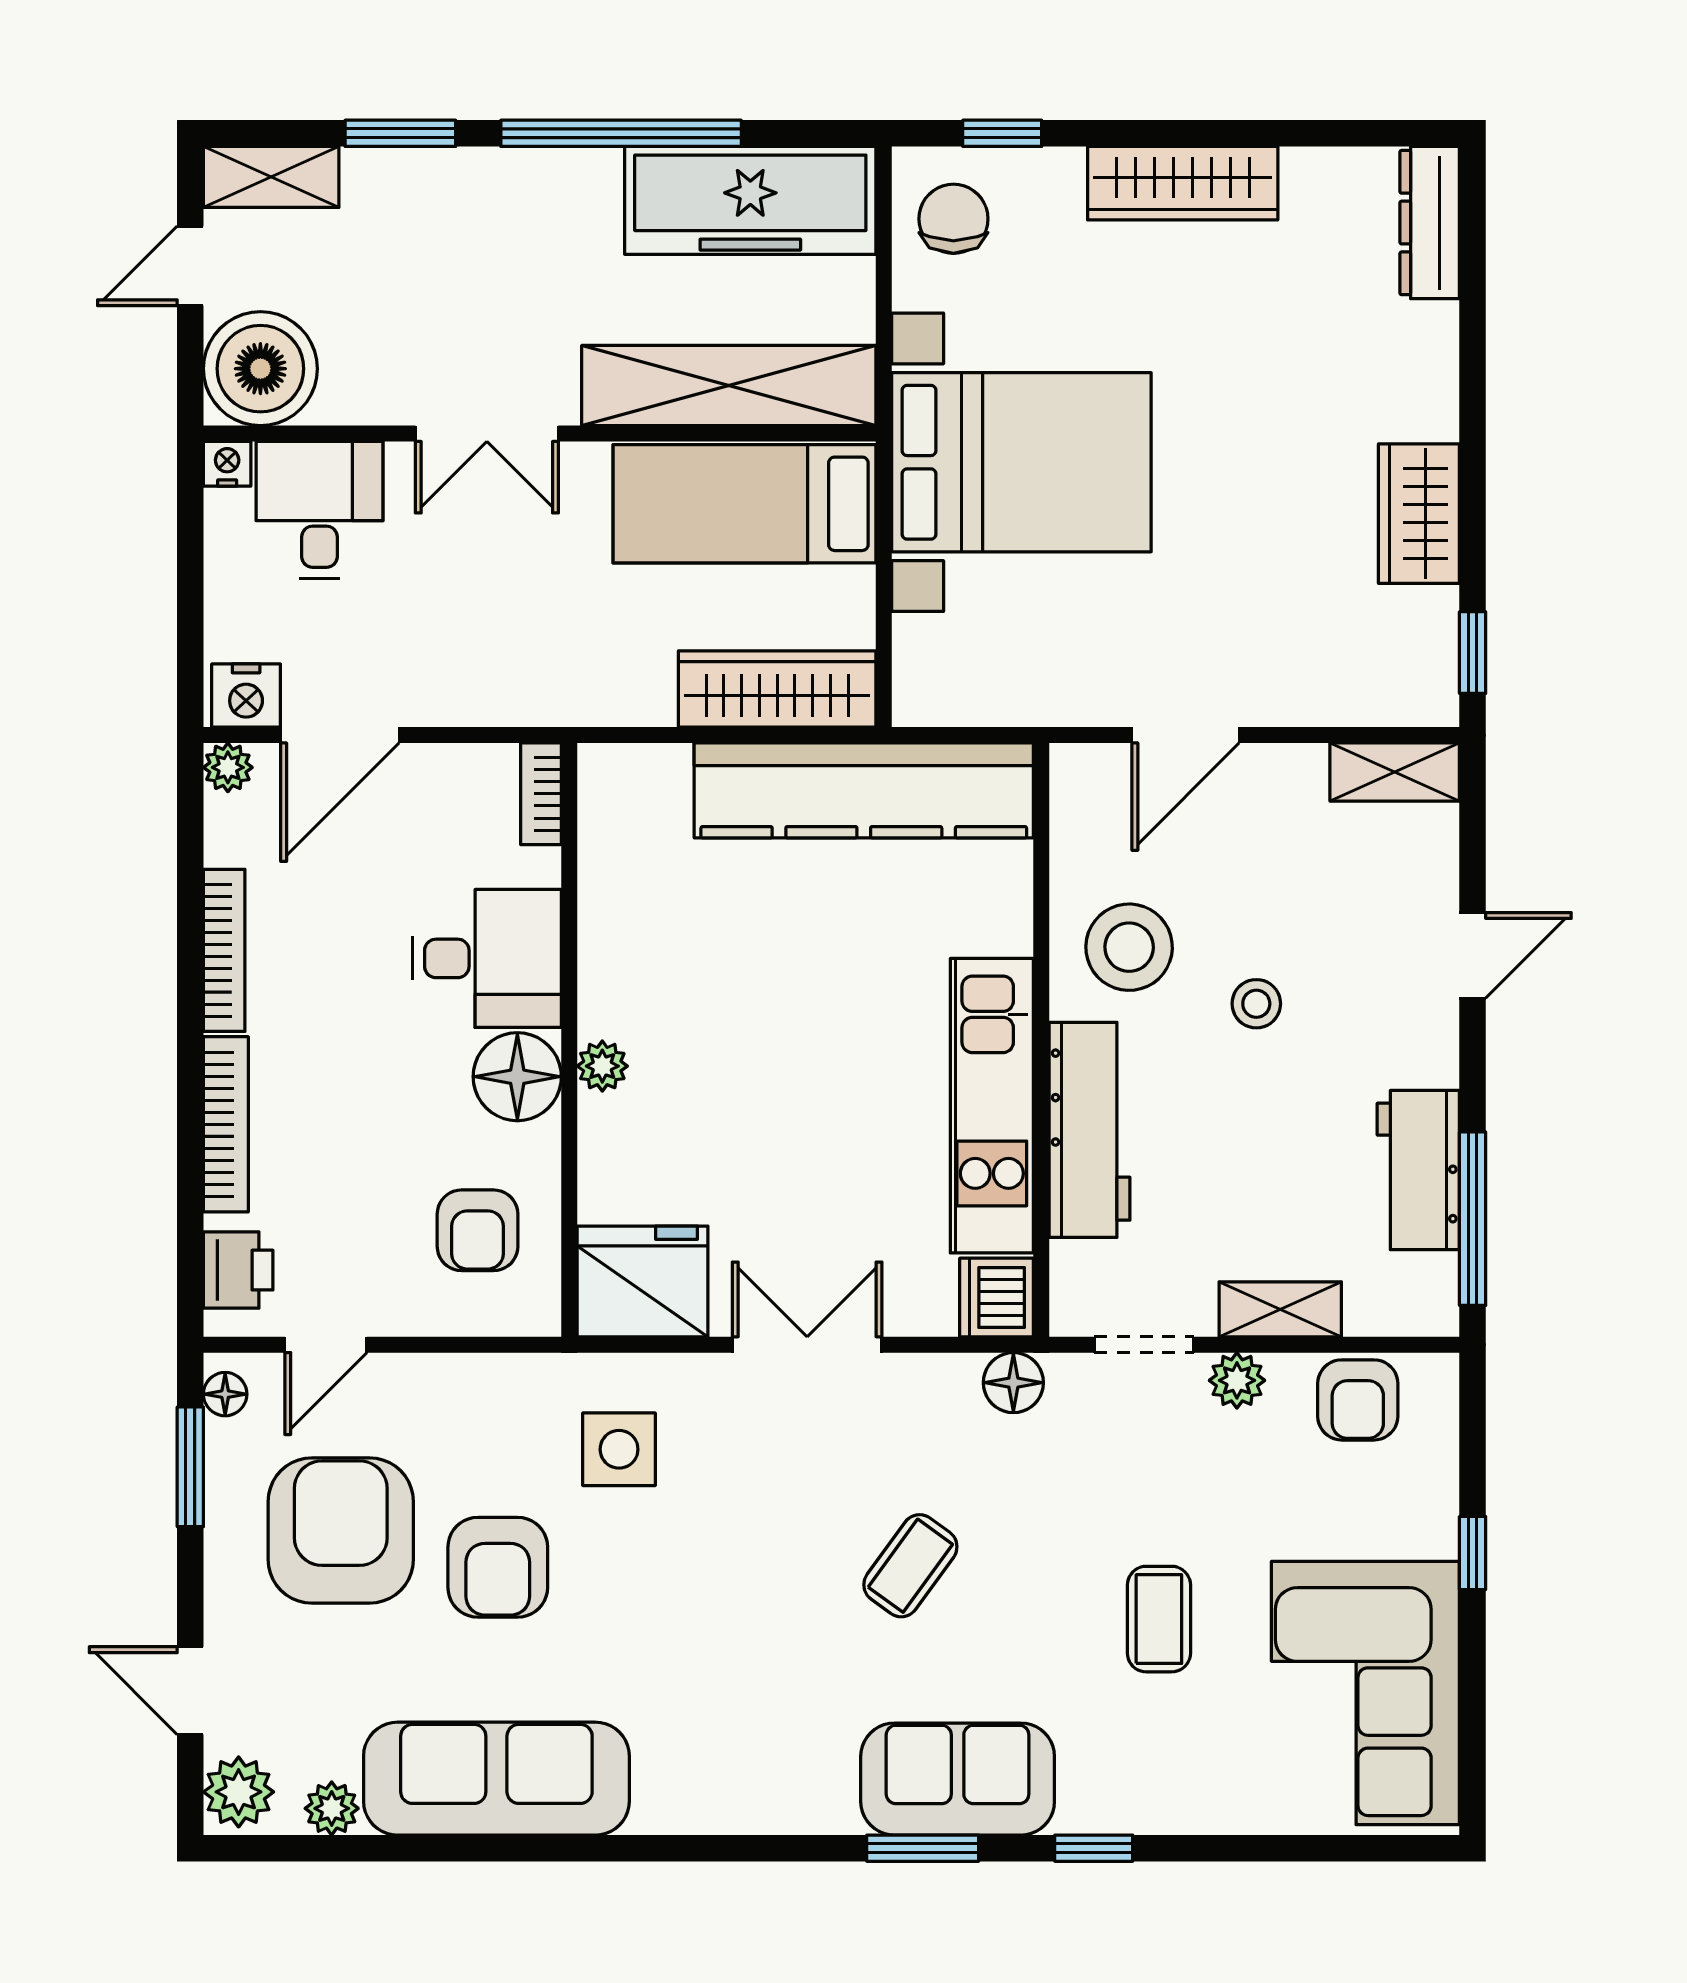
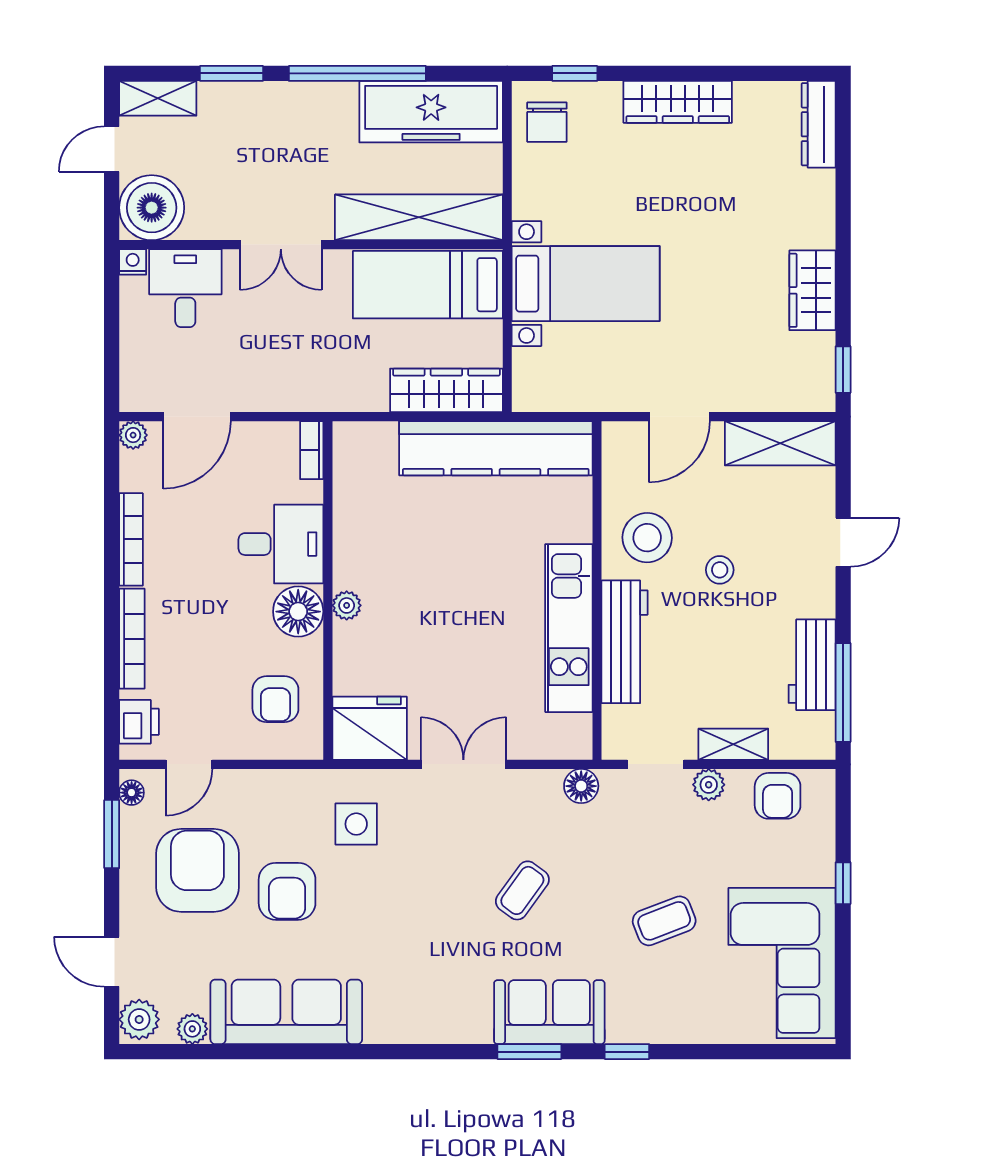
chair: (953, 219) -> (547, 122), turned 180
bed with nightstands: (1021, 462) -> (586, 284), width x0.73
nightstand: (246, 696) -> (143, 394), removed
shelving: (1395, 772) -> (780, 443), width x1.50, depth x1.33
dishwasher: (997, 1298) -> (572, 737), removed
coffee table: (1159, 1619) -> (664, 921), turned 69

